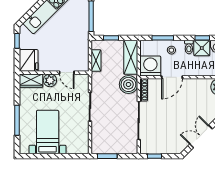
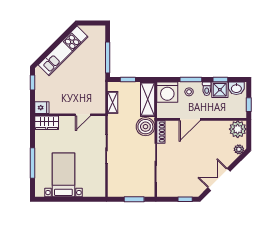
window: (163, 38) -> (191, 79), moved
fridge: (29, 60) -> (42, 108), width x0.53, depth x0.75
washing machine: (150, 66) -> (167, 92), moved, turned 180
door: (67, 73) -> (83, 115), hinge flipped
plant: (50, 80) -> (66, 122), removed
window: (107, 156) -> (134, 199), moved
window: (155, 156) -> (185, 199), moved

